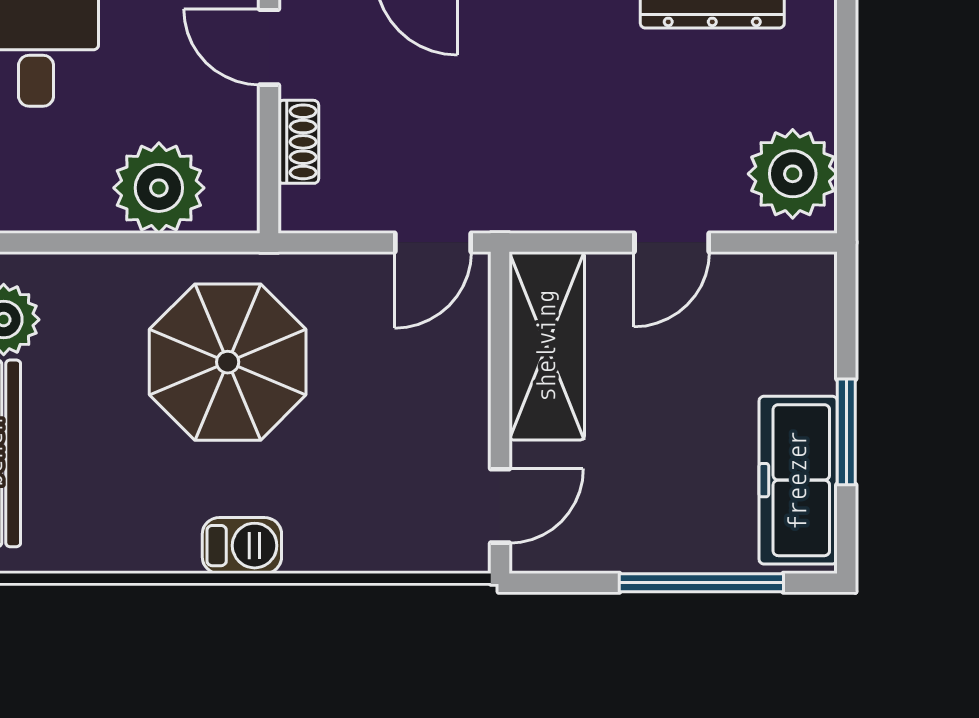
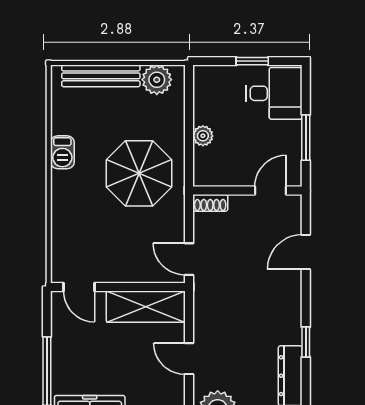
shoe rack: (298, 142) -> (210, 203), moved
plant: (159, 188) -> (203, 136), width x0.53, depth x0.53
barbecue: (242, 546) -> (62, 152), moved

